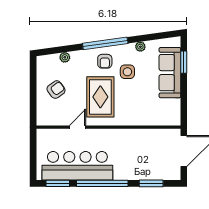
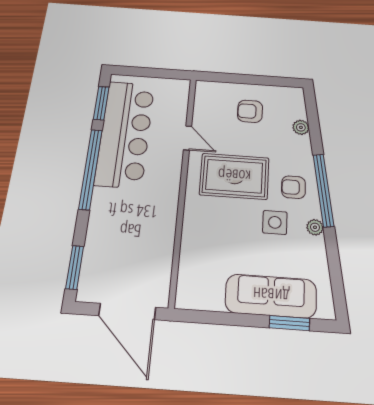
plant: (140, 47) -> (315, 227), moved
armchair: (56, 90) -> (250, 111), turned 126
window: (151, 183) -> (75, 267), moved

